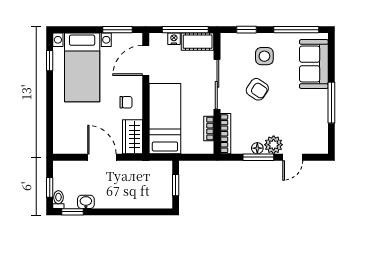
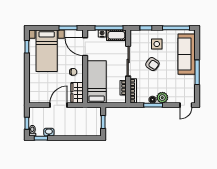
door: (146, 60) -> (85, 47), hinge flipped
sofa: (314, 64) -> (187, 54), width x1.36
door: (102, 157) -> (59, 105), hinge flipped
door: (293, 157) -> (186, 105), moved

